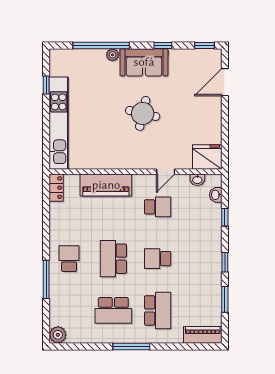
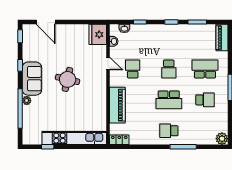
school desk: (113, 310) -> (205, 100), width x0.54

